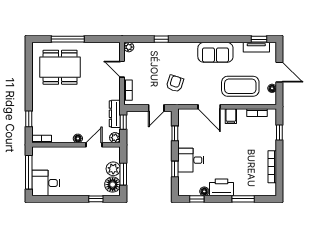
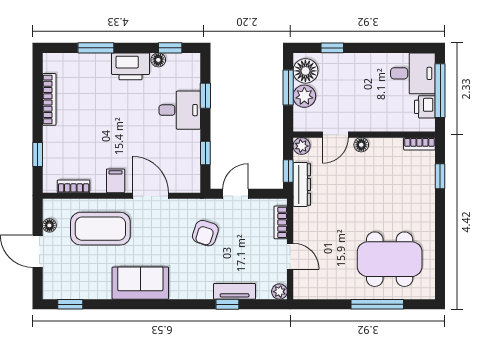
tv unit: (256, 47) -> (235, 291), moved
printer: (38, 162) -> (425, 107), added

